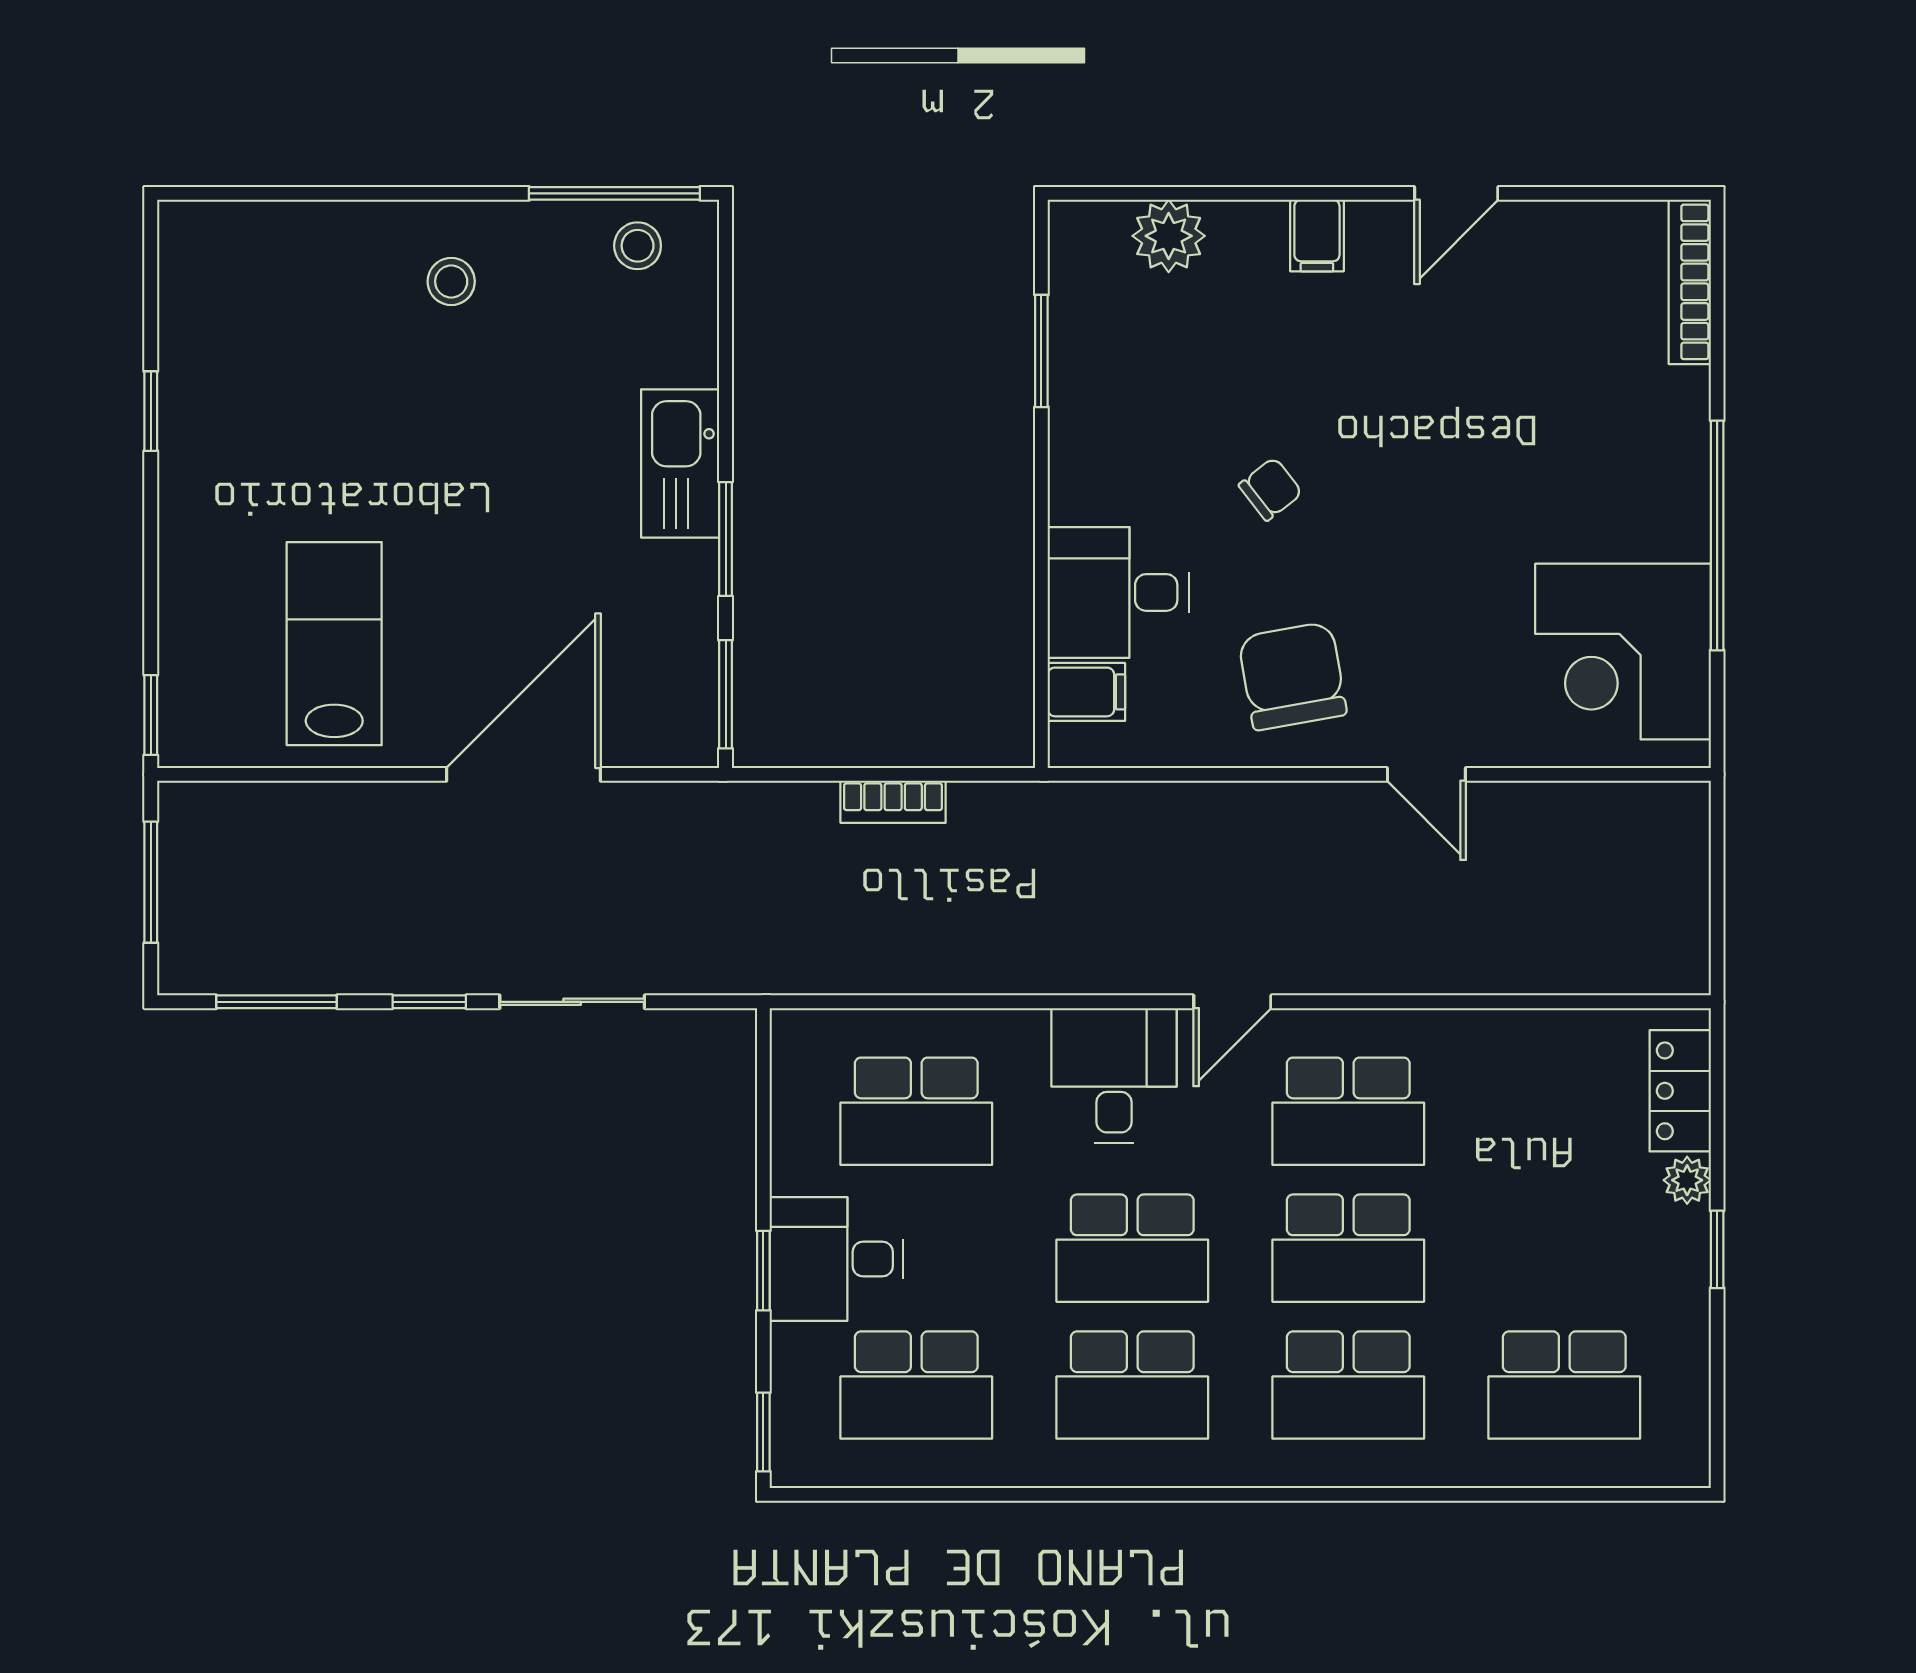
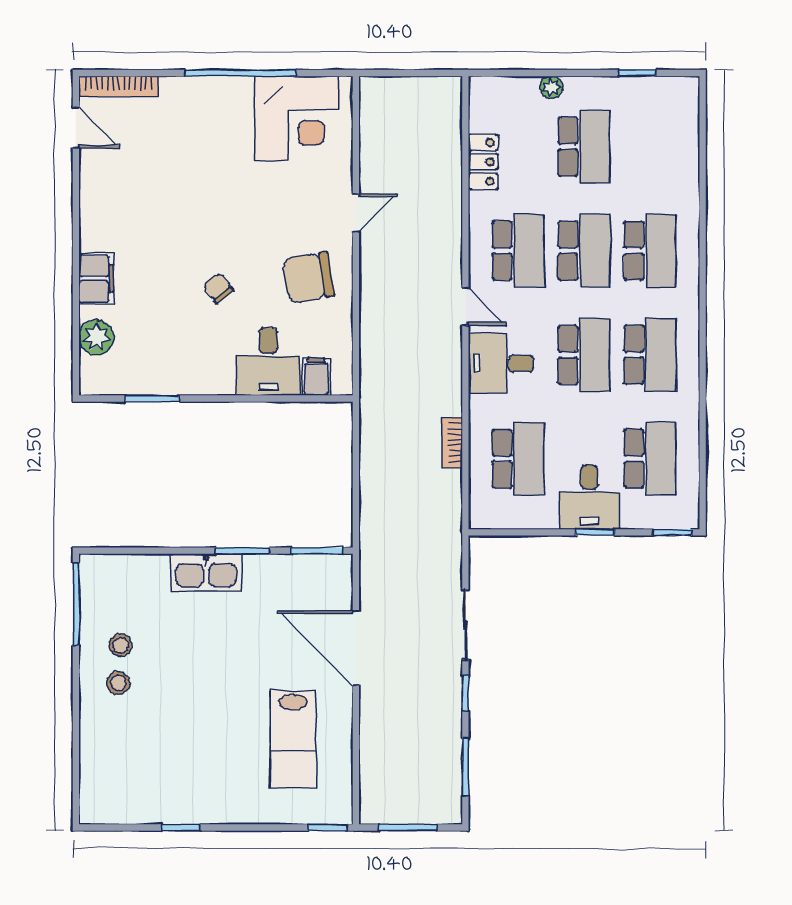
door: (1456, 193) -> (76, 128), moved
filing cabinet: (1317, 236) -> (96, 279), width x2.00
stool: (638, 246) -> (121, 645), moved
lab bench: (334, 644) -> (293, 739), turned -90
bookcase: (893, 802) -> (452, 442), moved, turned 180
locker: (1680, 1091) -> (483, 162), moved, turned -90
window: (1717, 1249) -> (637, 73), moved
school desk: (1564, 1385) -> (584, 147), moved

